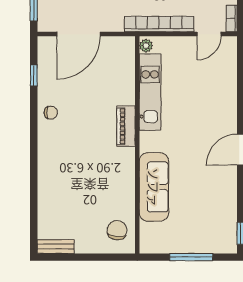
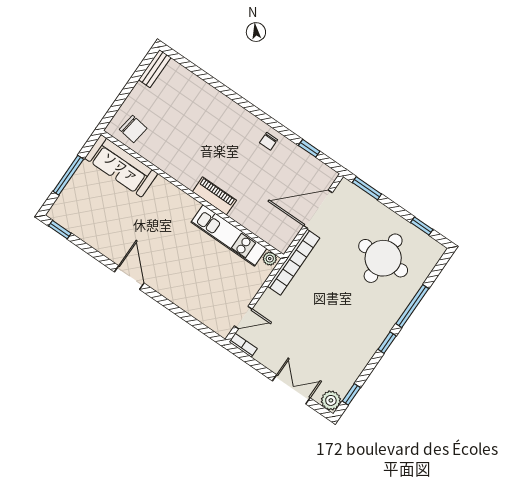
bookcase: (159, 24) -> (294, 262), moved
door: (78, 34) -> (318, 209), hinge flipped
door: (209, 34) -> (243, 317), swing flipped
sofa: (154, 187) -> (121, 166), moved

